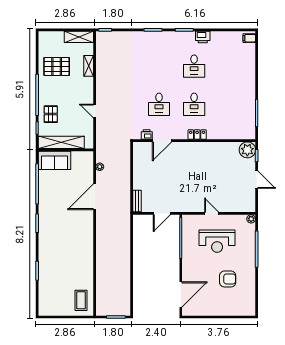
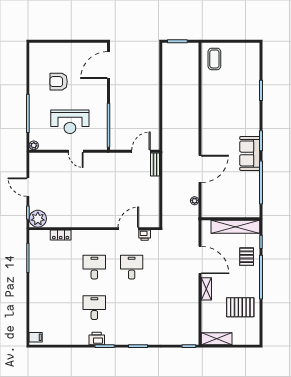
printer: (203, 37) -> (97, 339), moved
shelving: (89, 66) -> (206, 289), moved
door: (95, 111) -> (200, 260), width x1.88
locker: (197, 135) -> (61, 235), moved
sofa: (55, 160) -> (250, 153), moved, turned -90
door: (162, 213) -> (141, 151), moved
reception desk: (217, 241) -> (70, 122), turned 180

